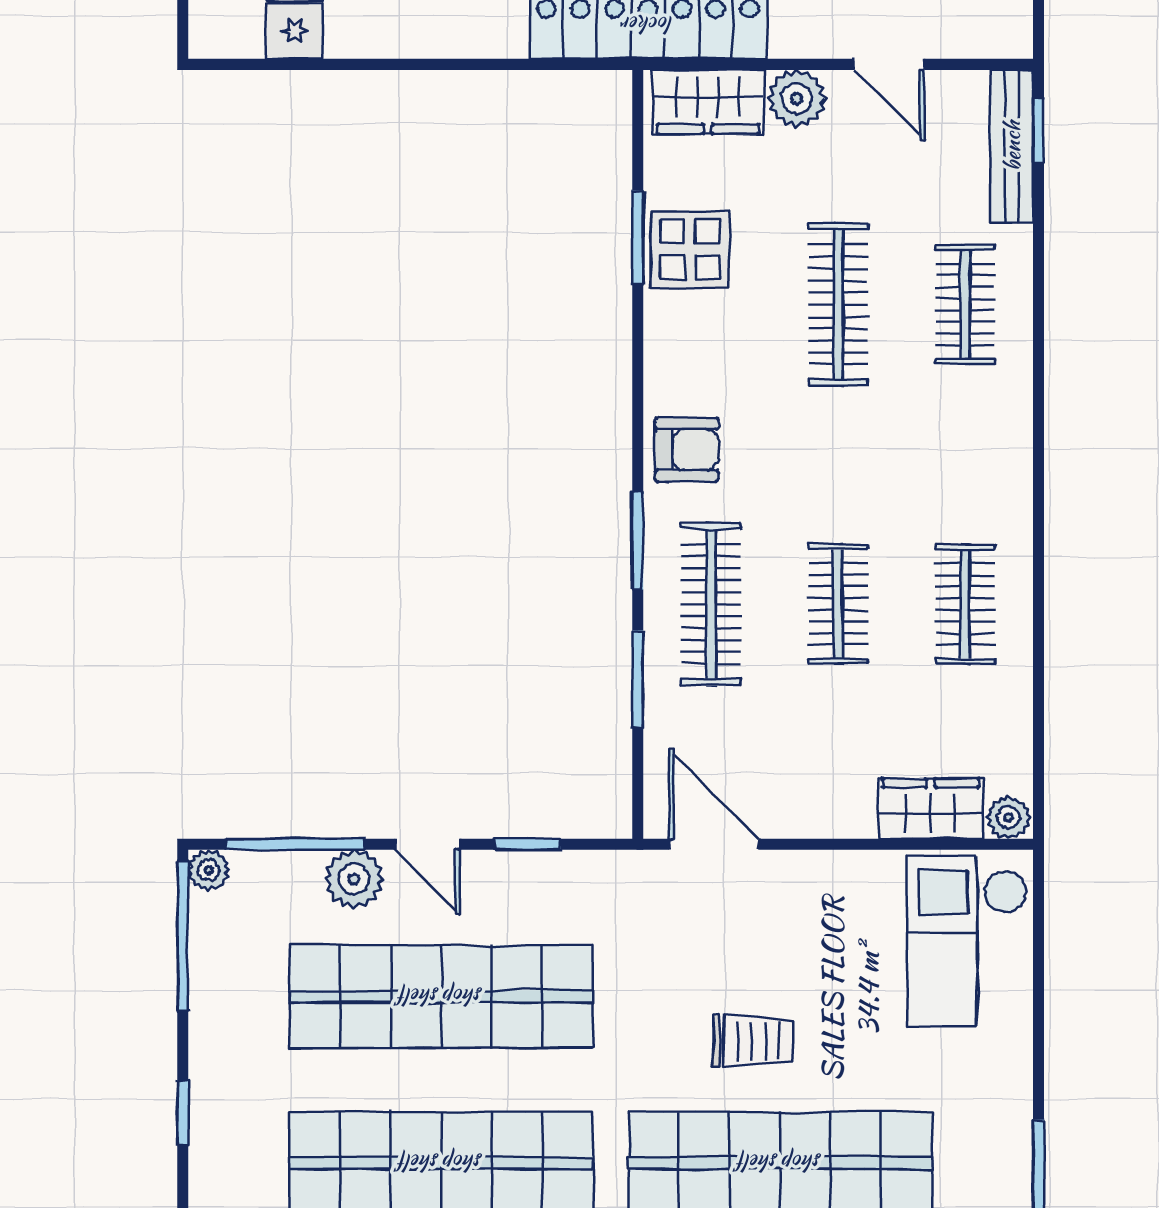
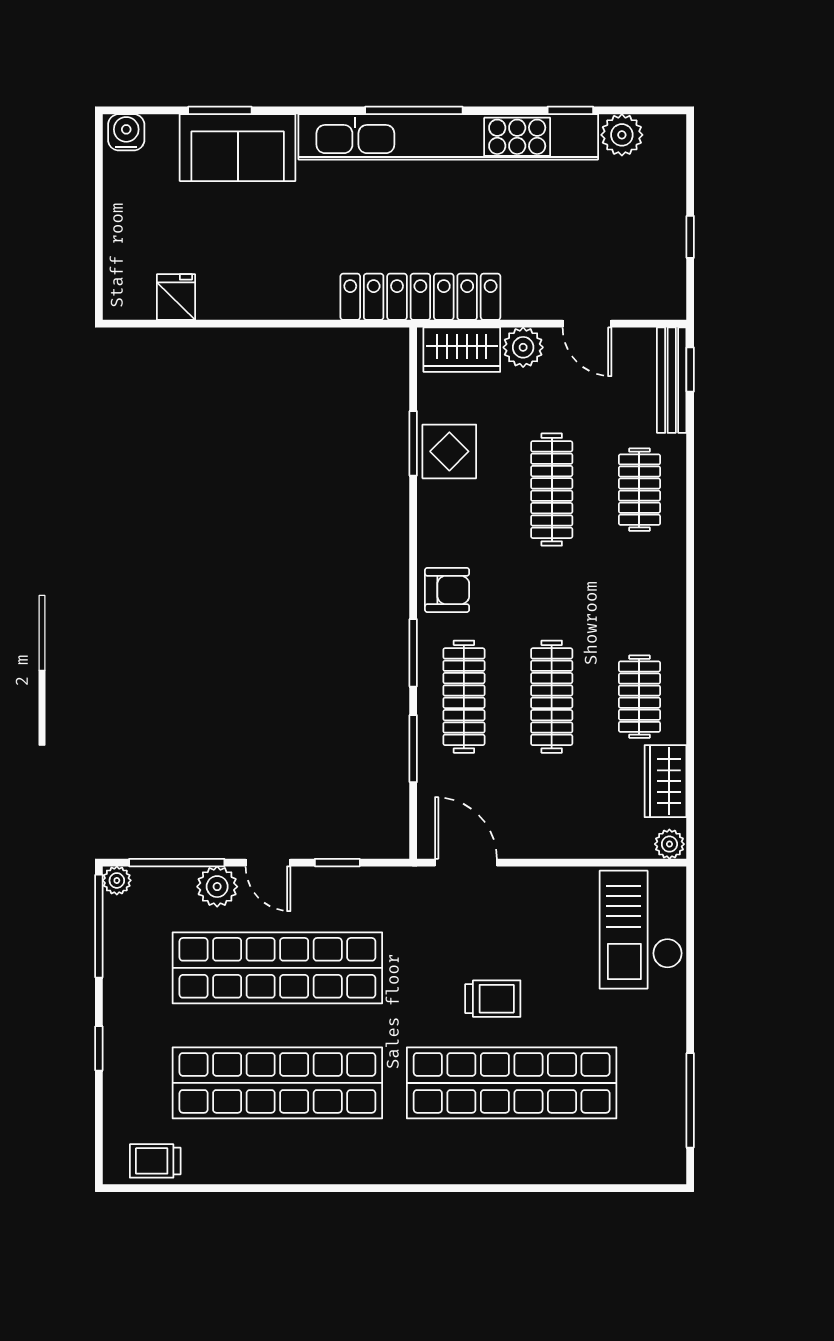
clothes rail: (838, 604) -> (552, 697), width x1.36
wardrobe: (931, 809) -> (666, 781), moved, turned -90

